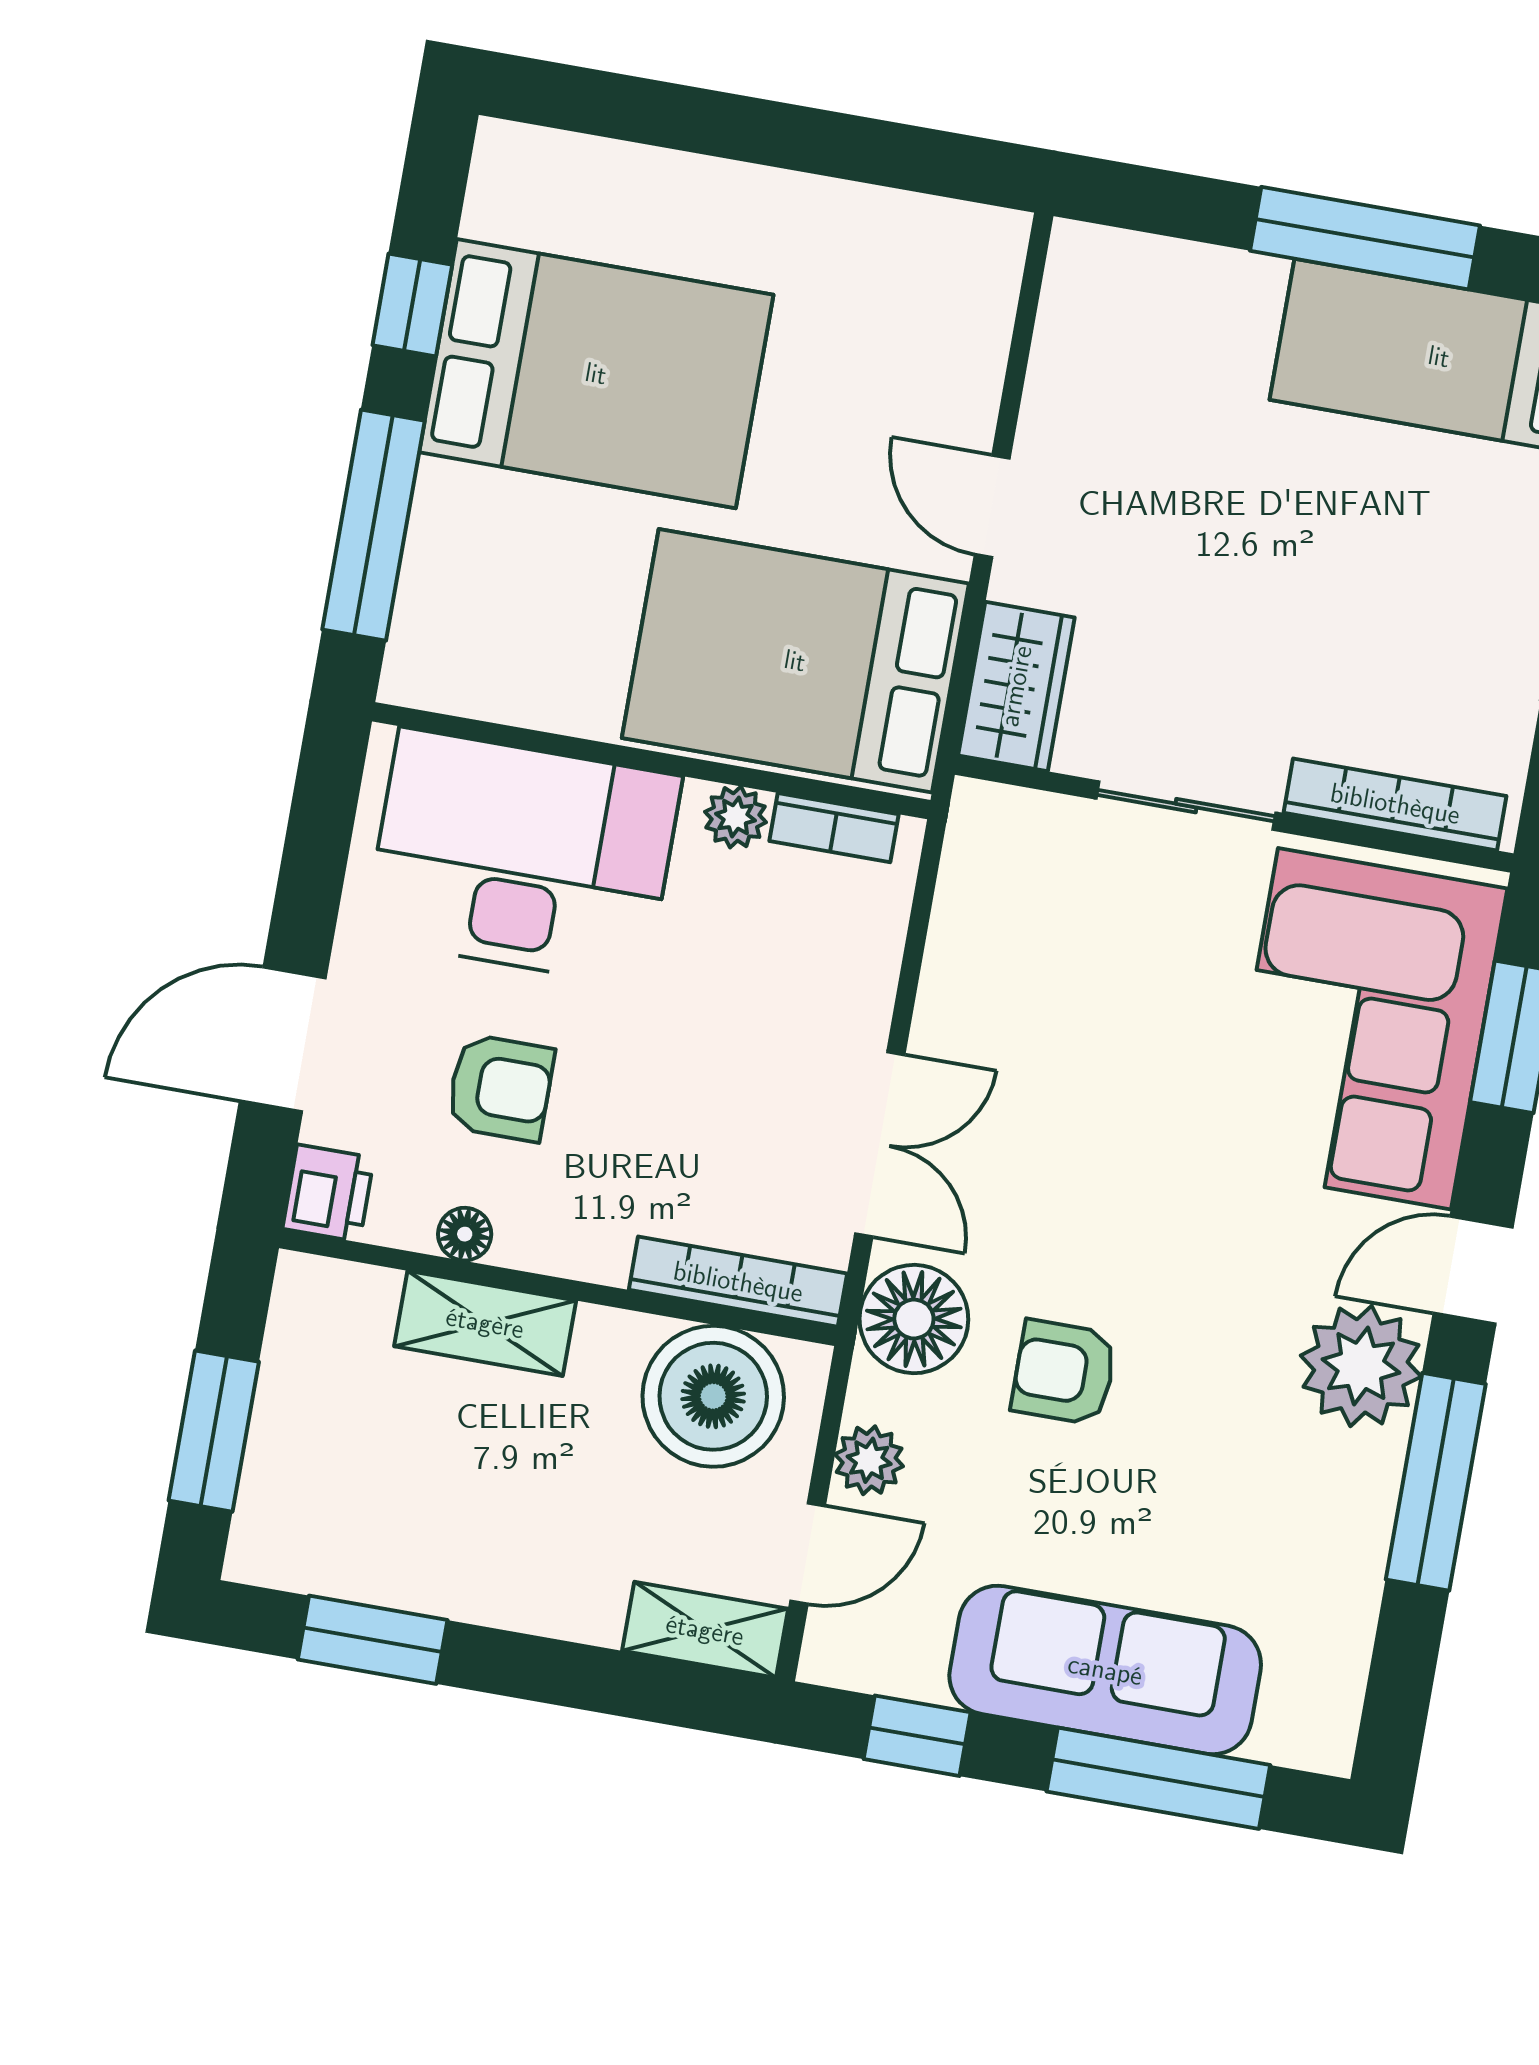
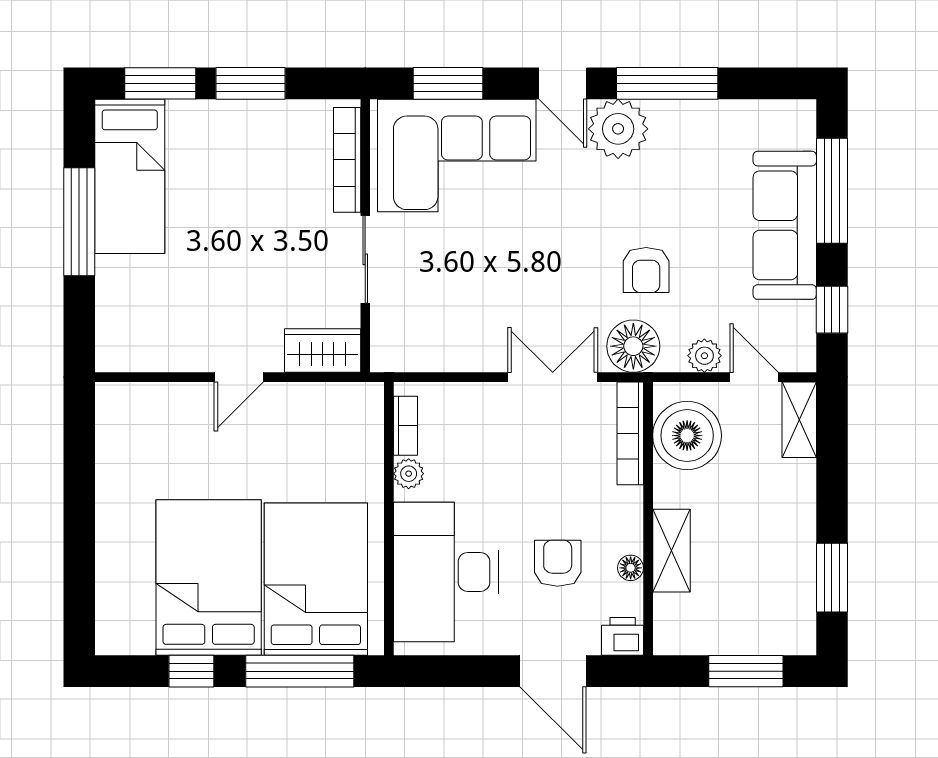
bed: (795, 661) -> (316, 579), moved, turned 180

